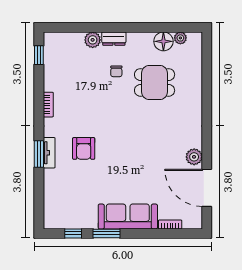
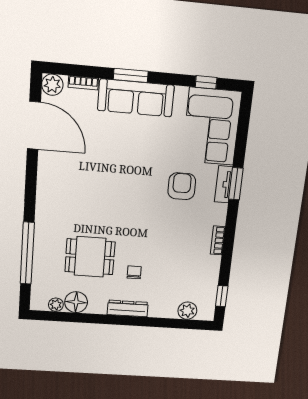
dresser: (114, 39) -> (128, 308), width x1.44
plant: (93, 40) -> (187, 311), moved
window: (207, 82) -> (27, 253), added
plant: (194, 157) -> (52, 85), moved
corner sofa: (65, 199) -> (212, 127), added
window: (107, 233) -> (131, 75), moved

